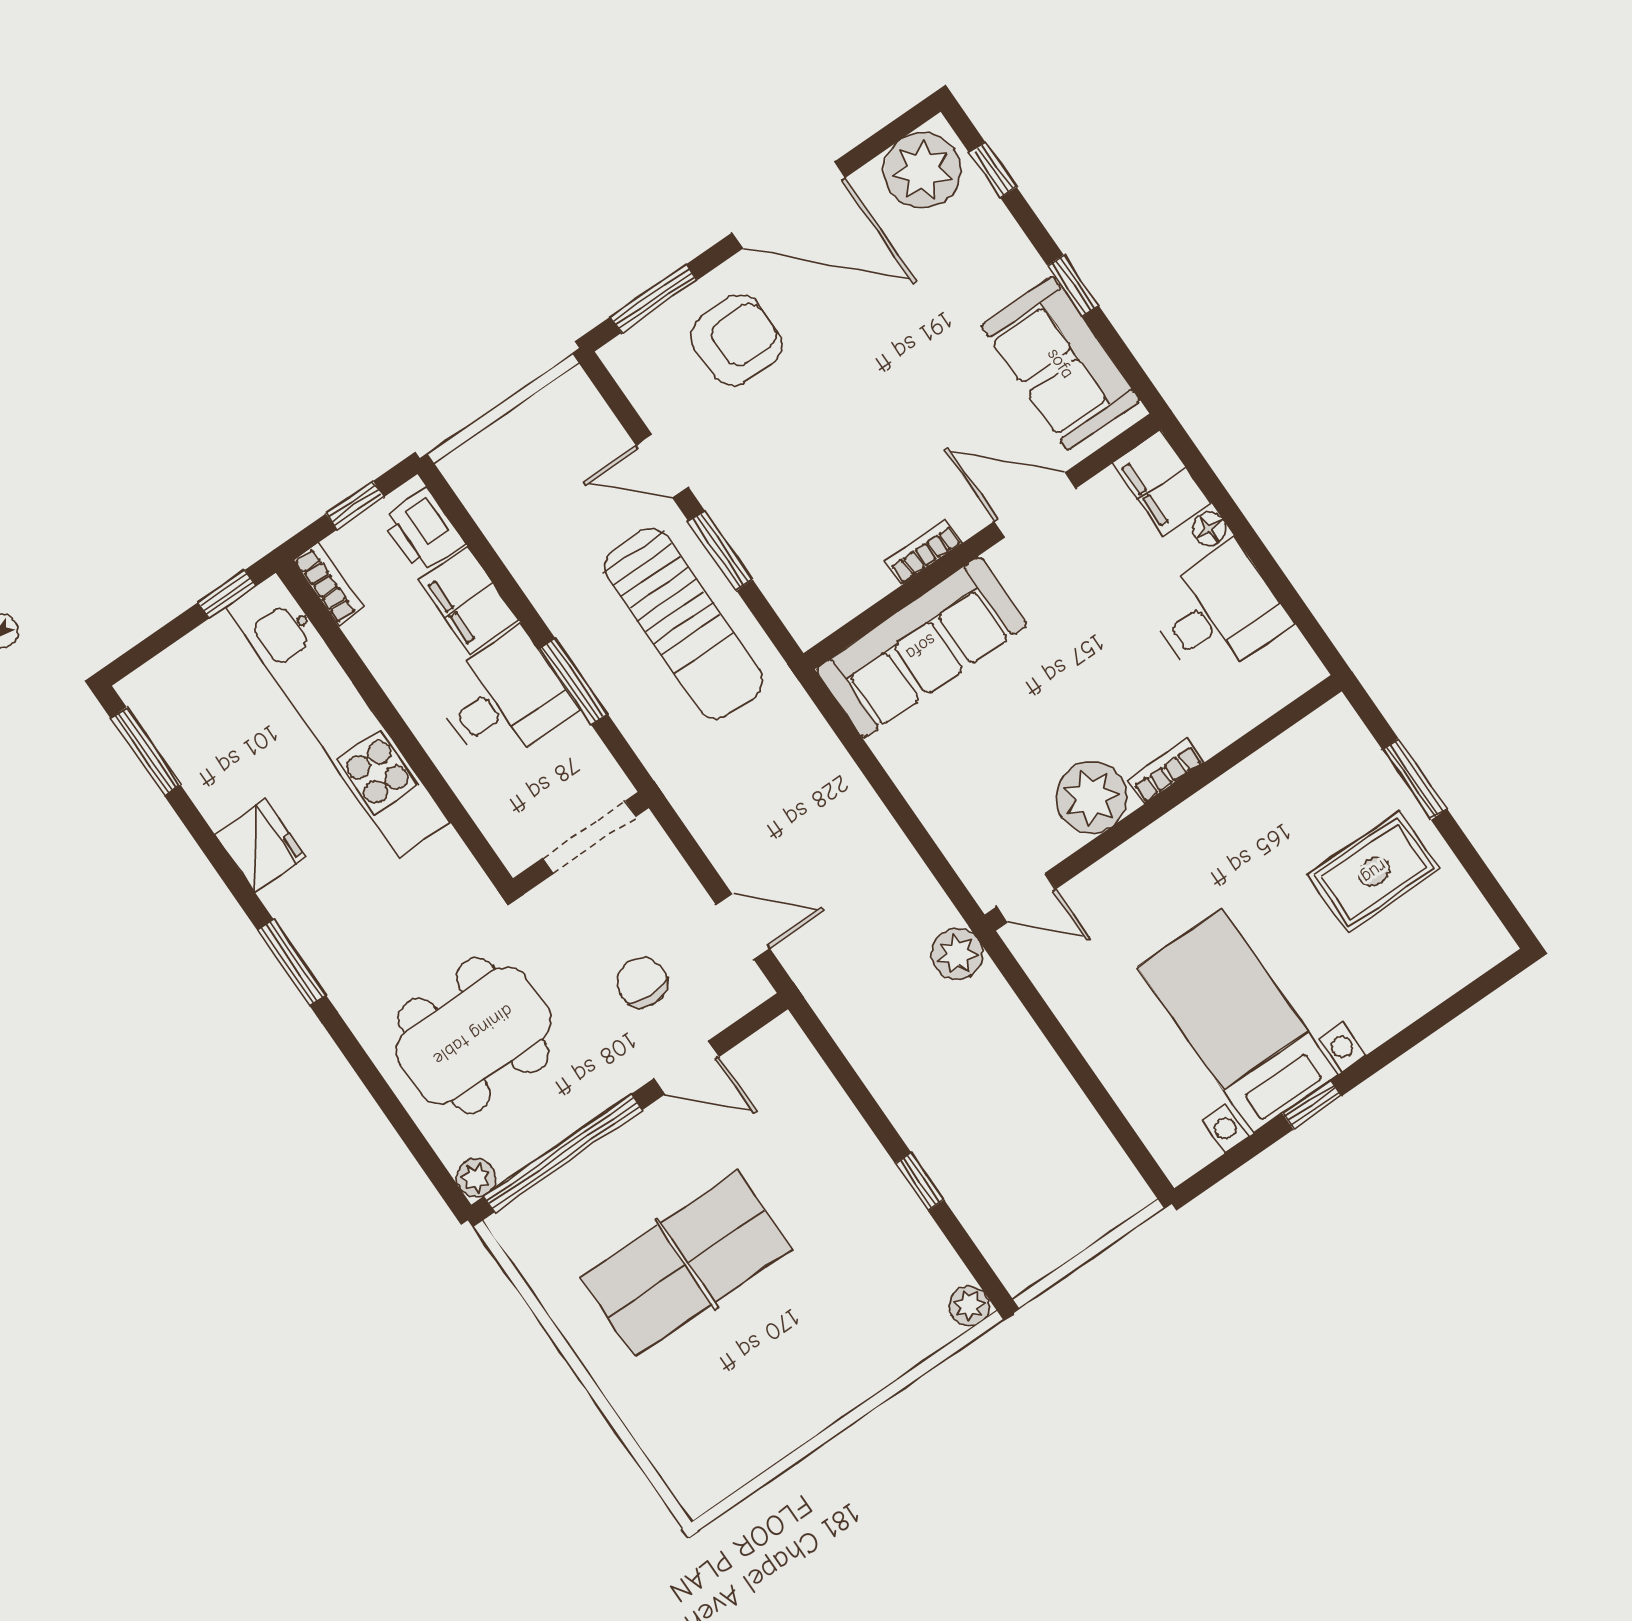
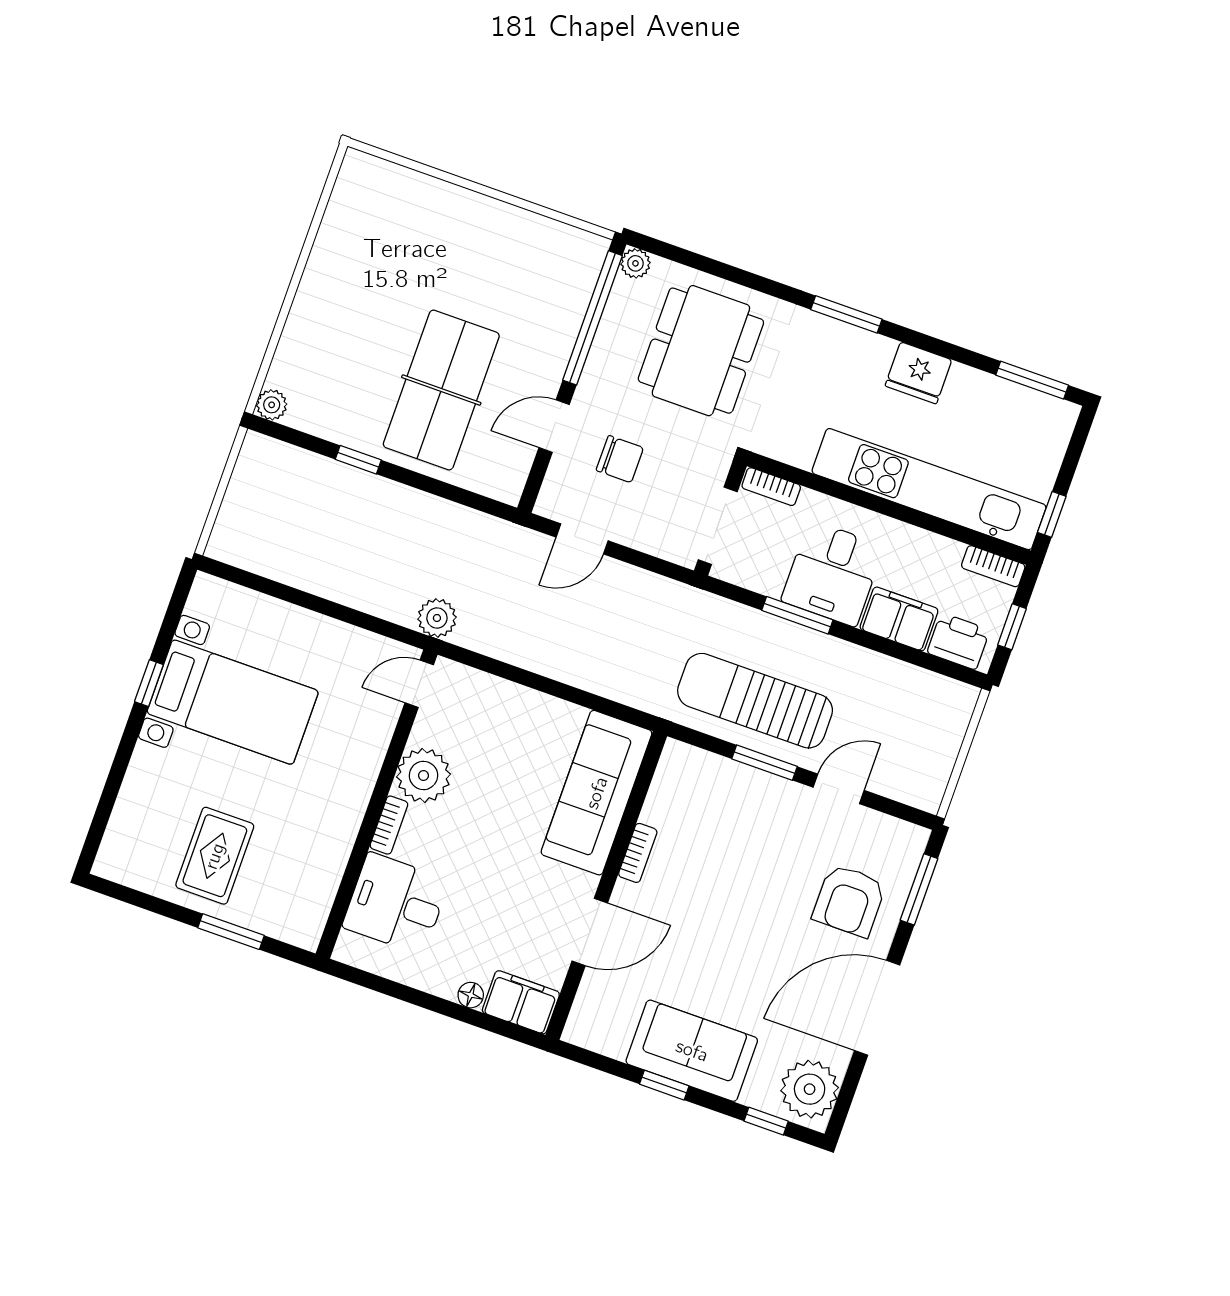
sofa: (1061, 363) -> (692, 1051), moved
desk: (1218, 612) -> (396, 903), moved, turned 90
bookcase: (503, 838) -> (771, 487), added
table tennis table: (686, 1263) -> (441, 390), moved

